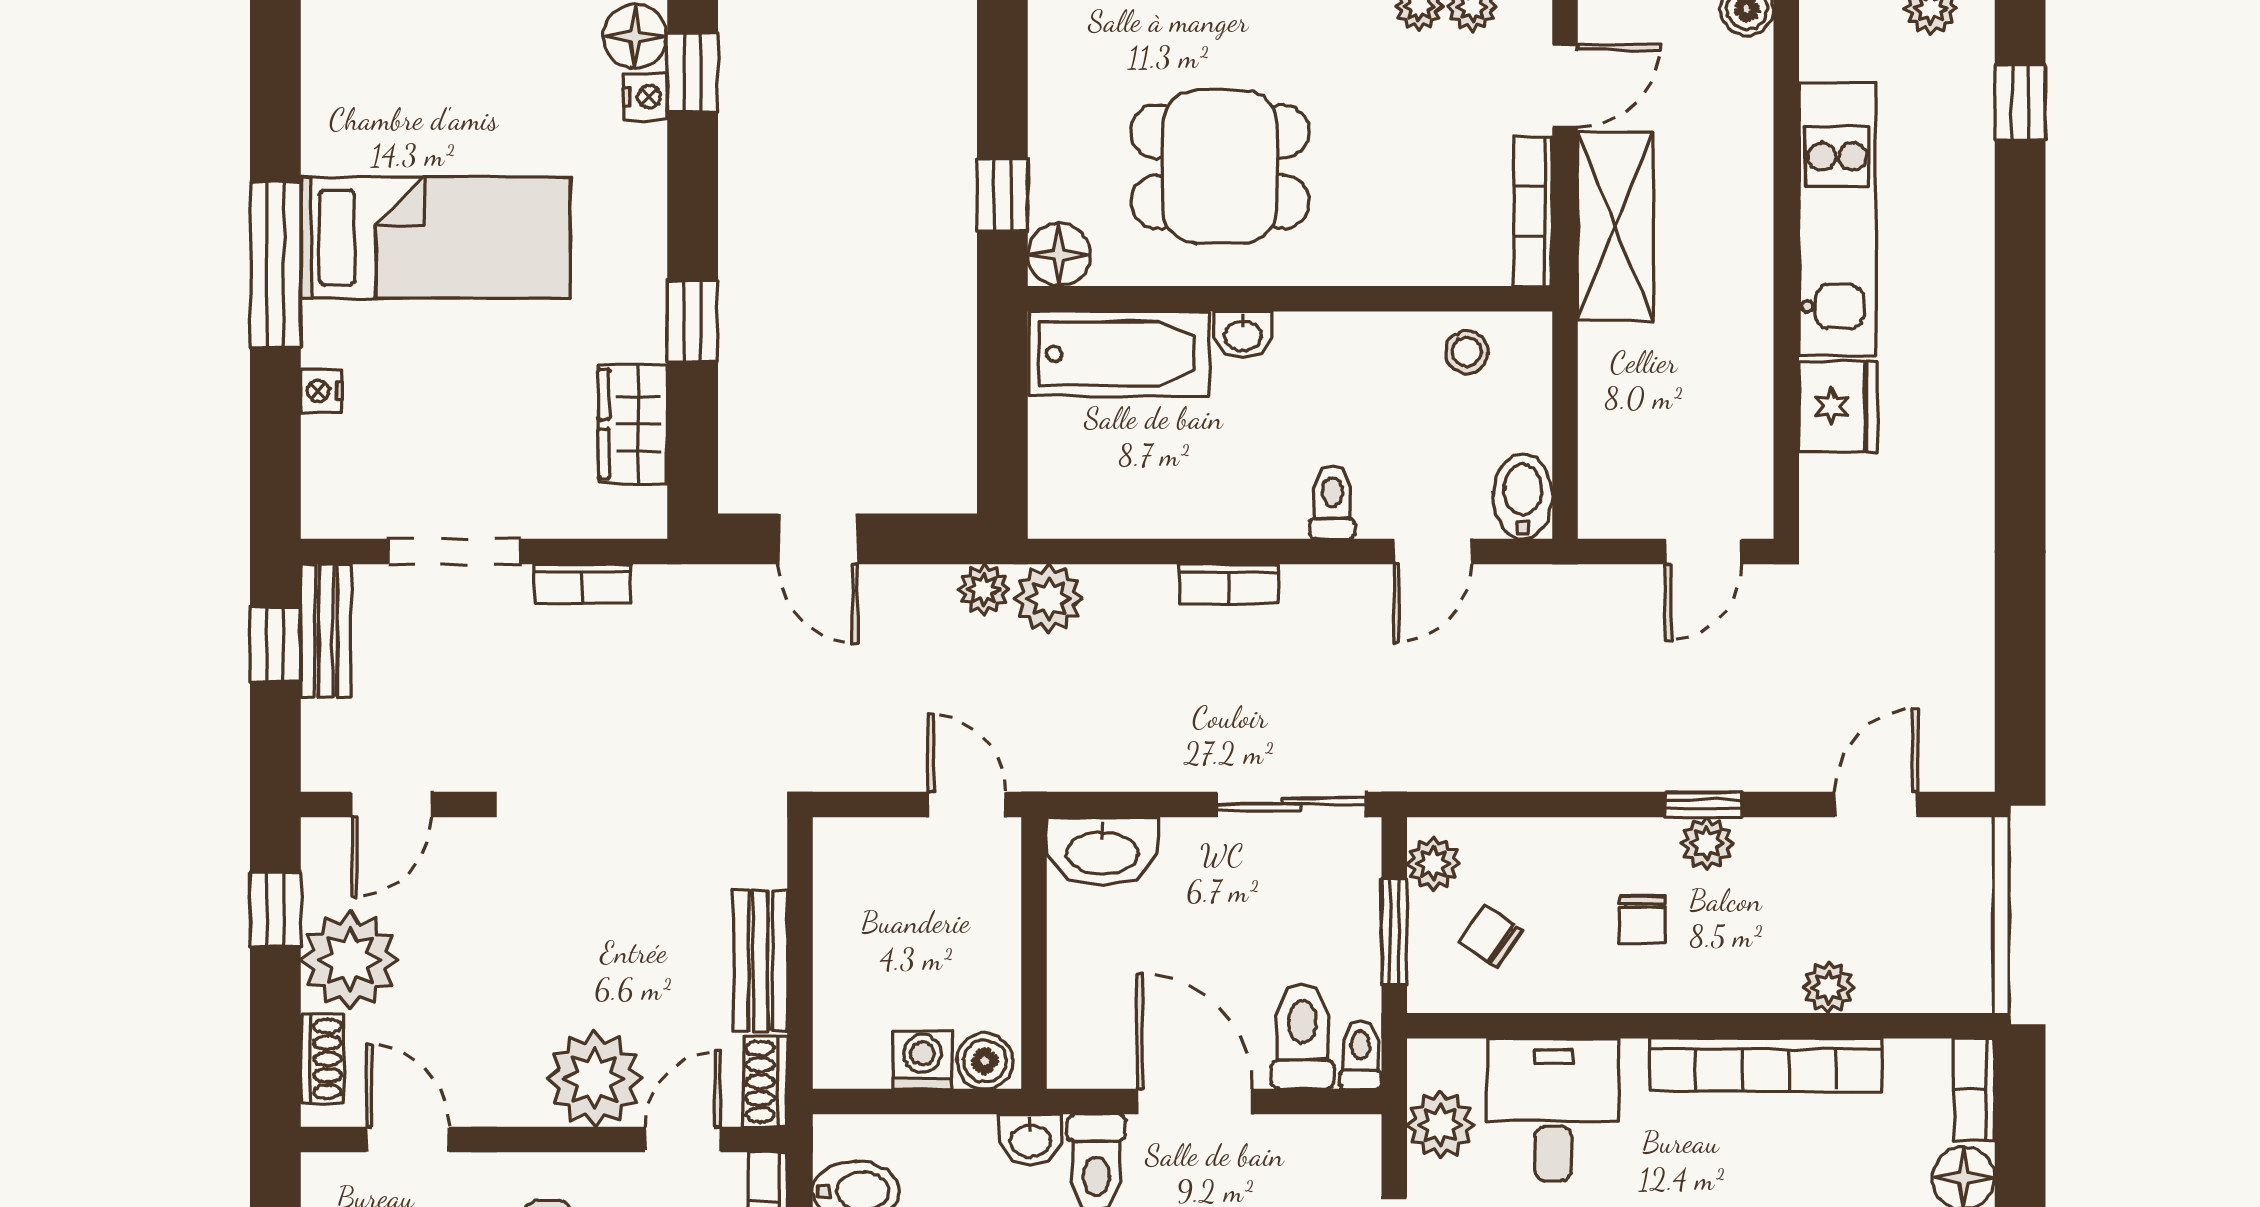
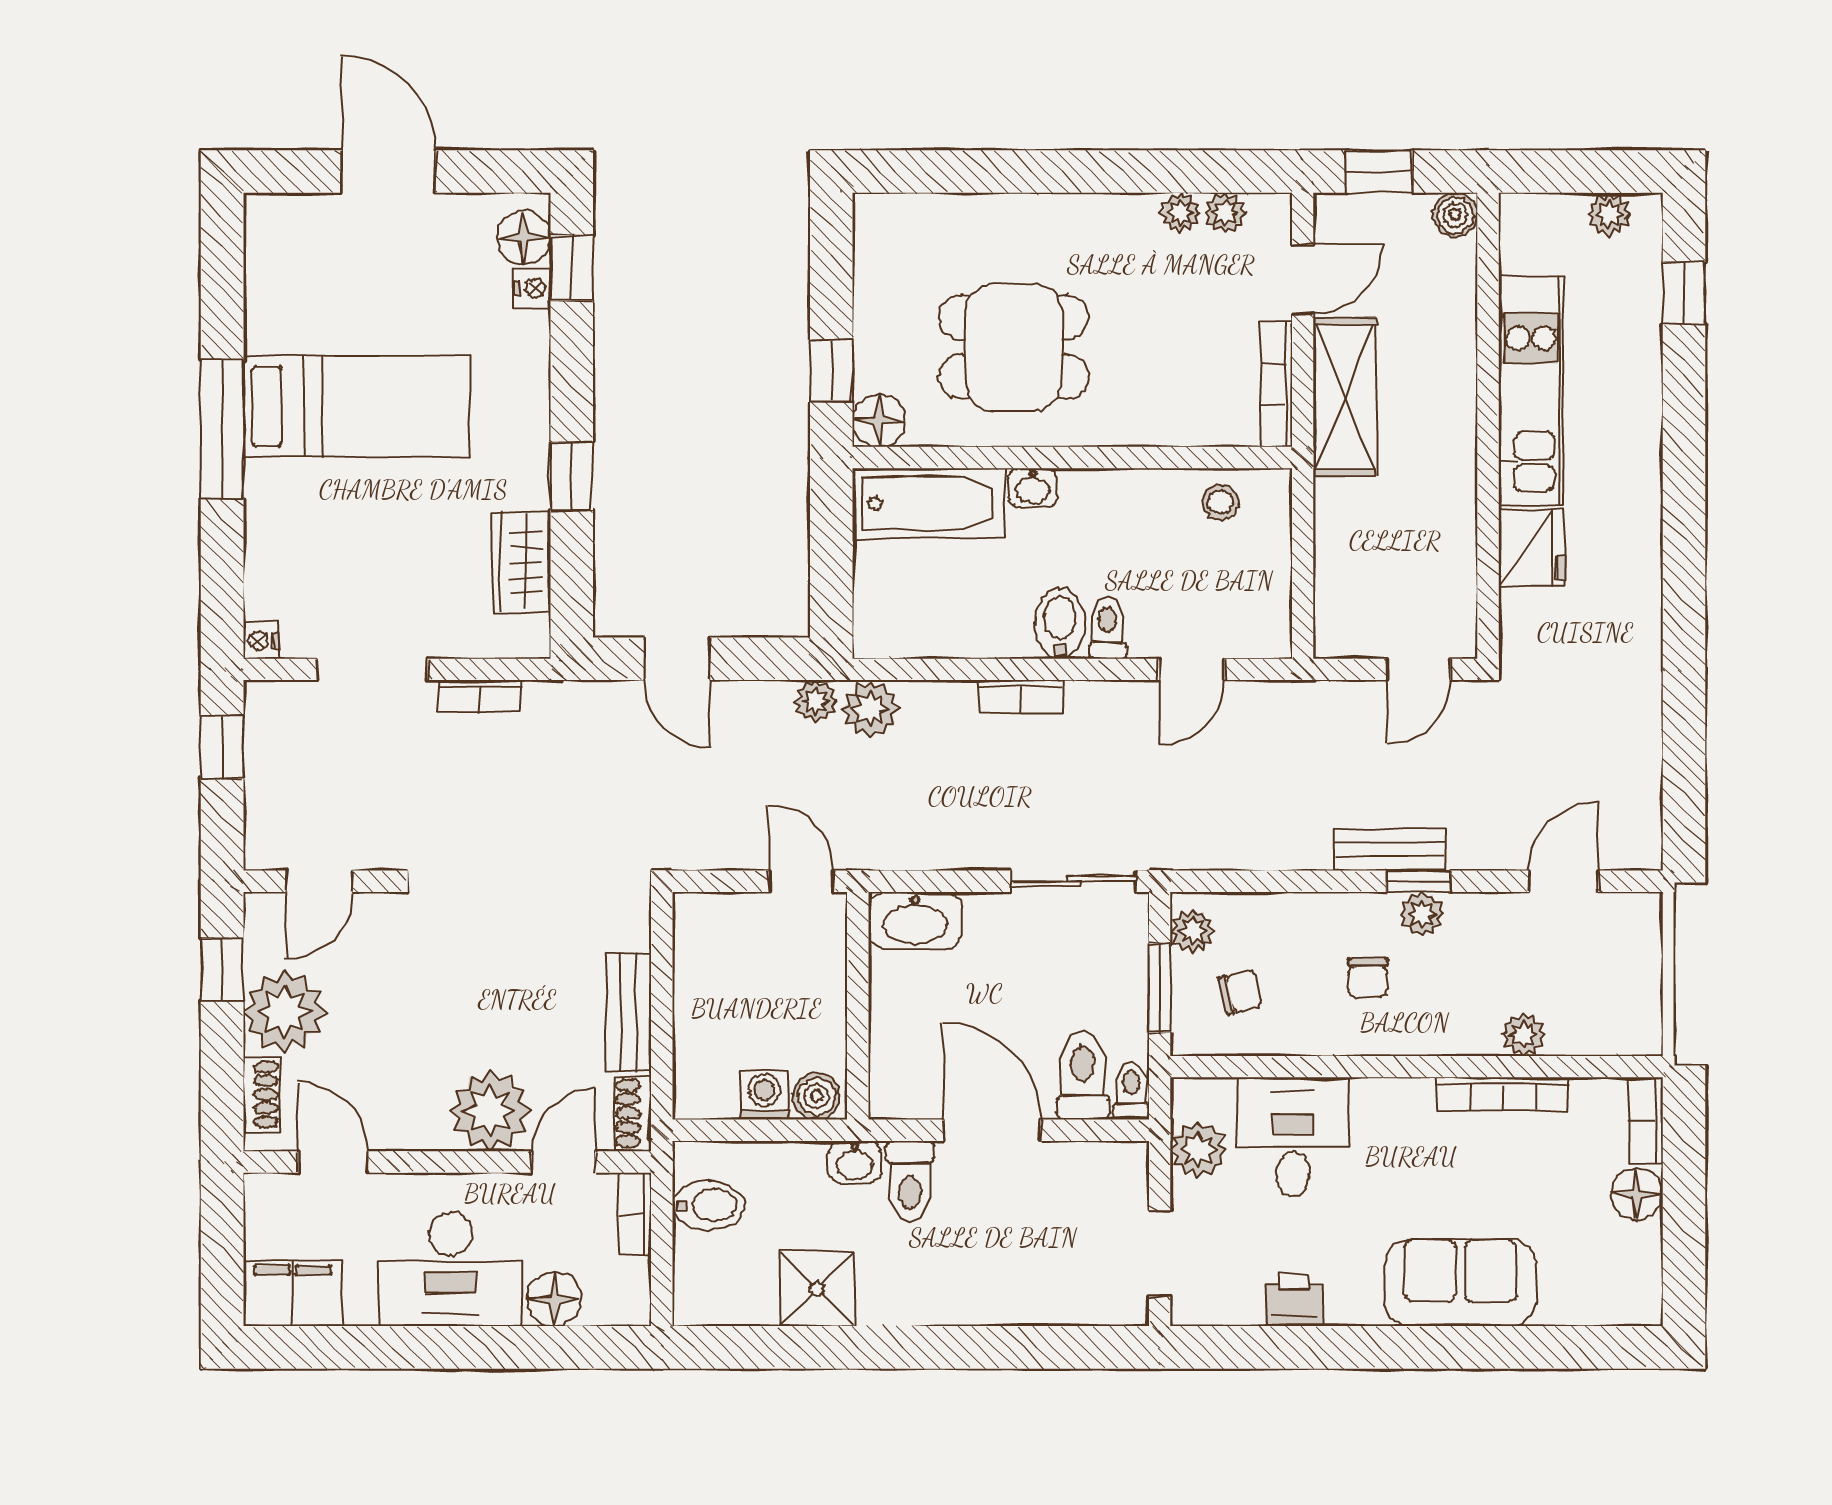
nightstand: (321, 391) -> (261, 640), moved
bidet: (1523, 496) -> (1060, 623), moved
bench: (326, 631) -> (1389, 849), moved, turned 90
chair: (1491, 936) -> (1241, 991), turned 132
bookcase: (1766, 1065) -> (1503, 1094), width x0.68, depth x0.76

